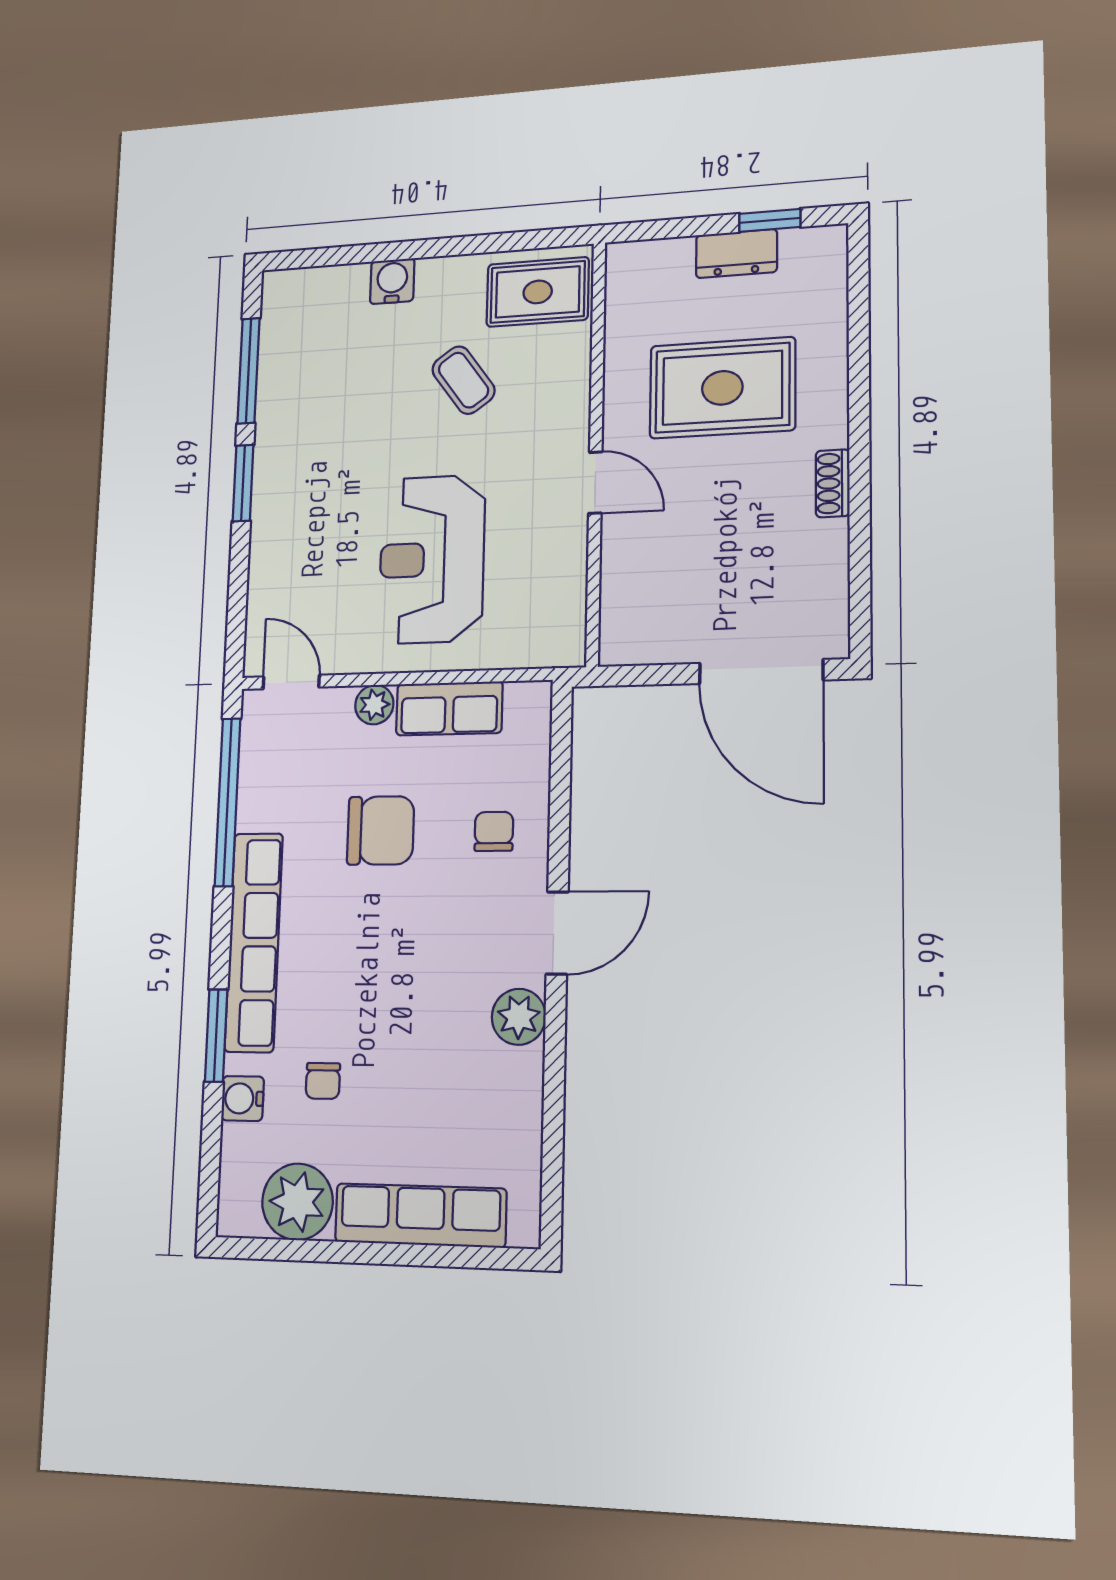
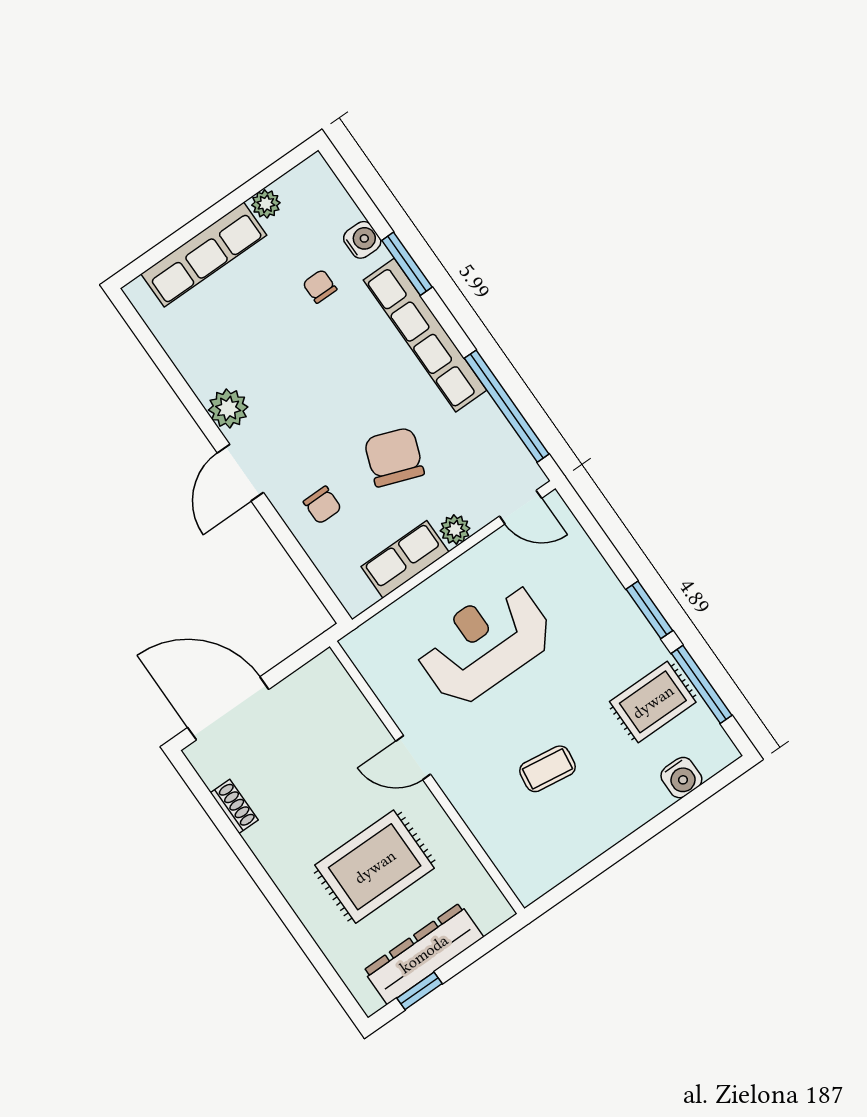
dresser: (736, 254) -> (424, 954), width x1.96, depth x1.24
water cooler: (392, 281) -> (681, 778), moved
rug: (538, 292) -> (653, 702), moved
coffee table: (463, 380) -> (547, 769), turned -46
shoe rack: (833, 483) -> (234, 806), moved
reception desk: (432, 559) -> (484, 643), turned -90
chair: (381, 830) -> (394, 457), turned 110
plant: (297, 1202) -> (266, 204), width x0.53, depth x0.53

